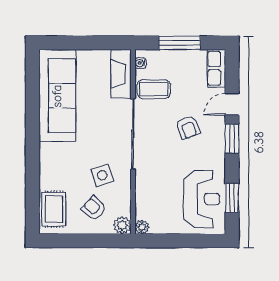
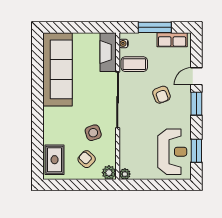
row of seats: (216, 68) -> (172, 40), moved, turned -90

